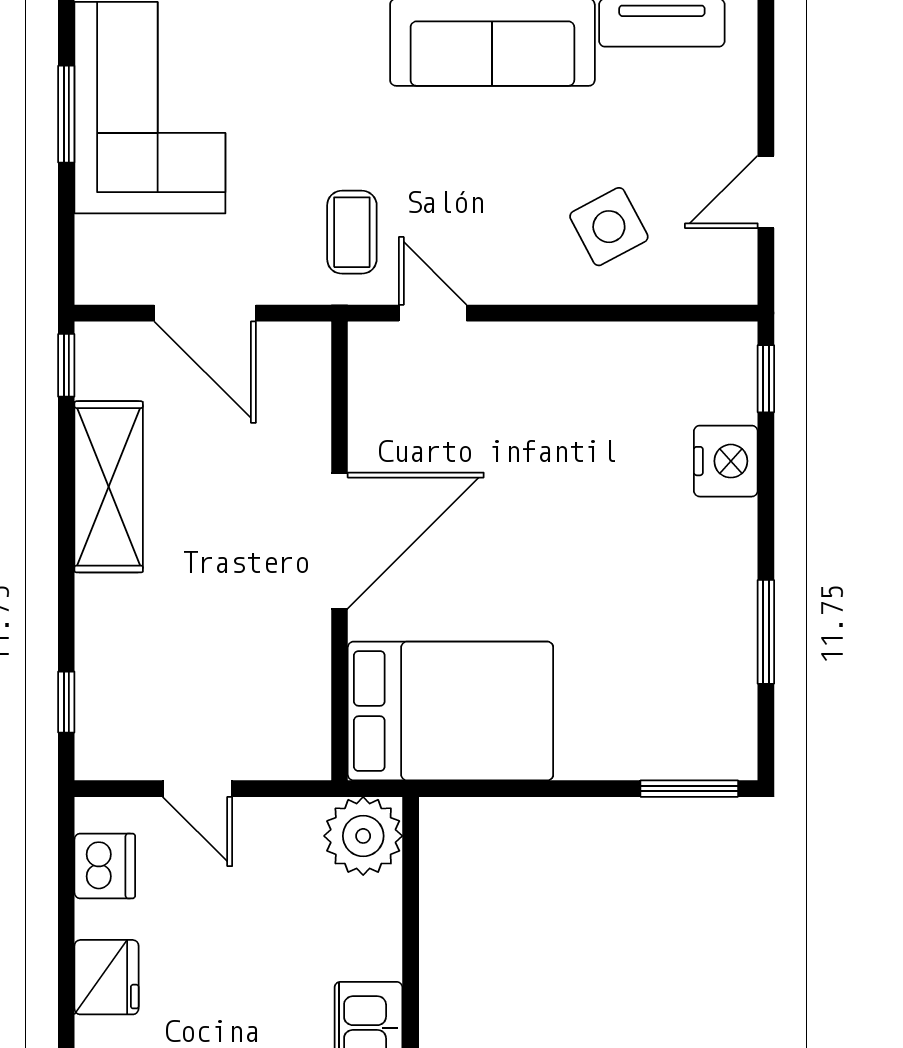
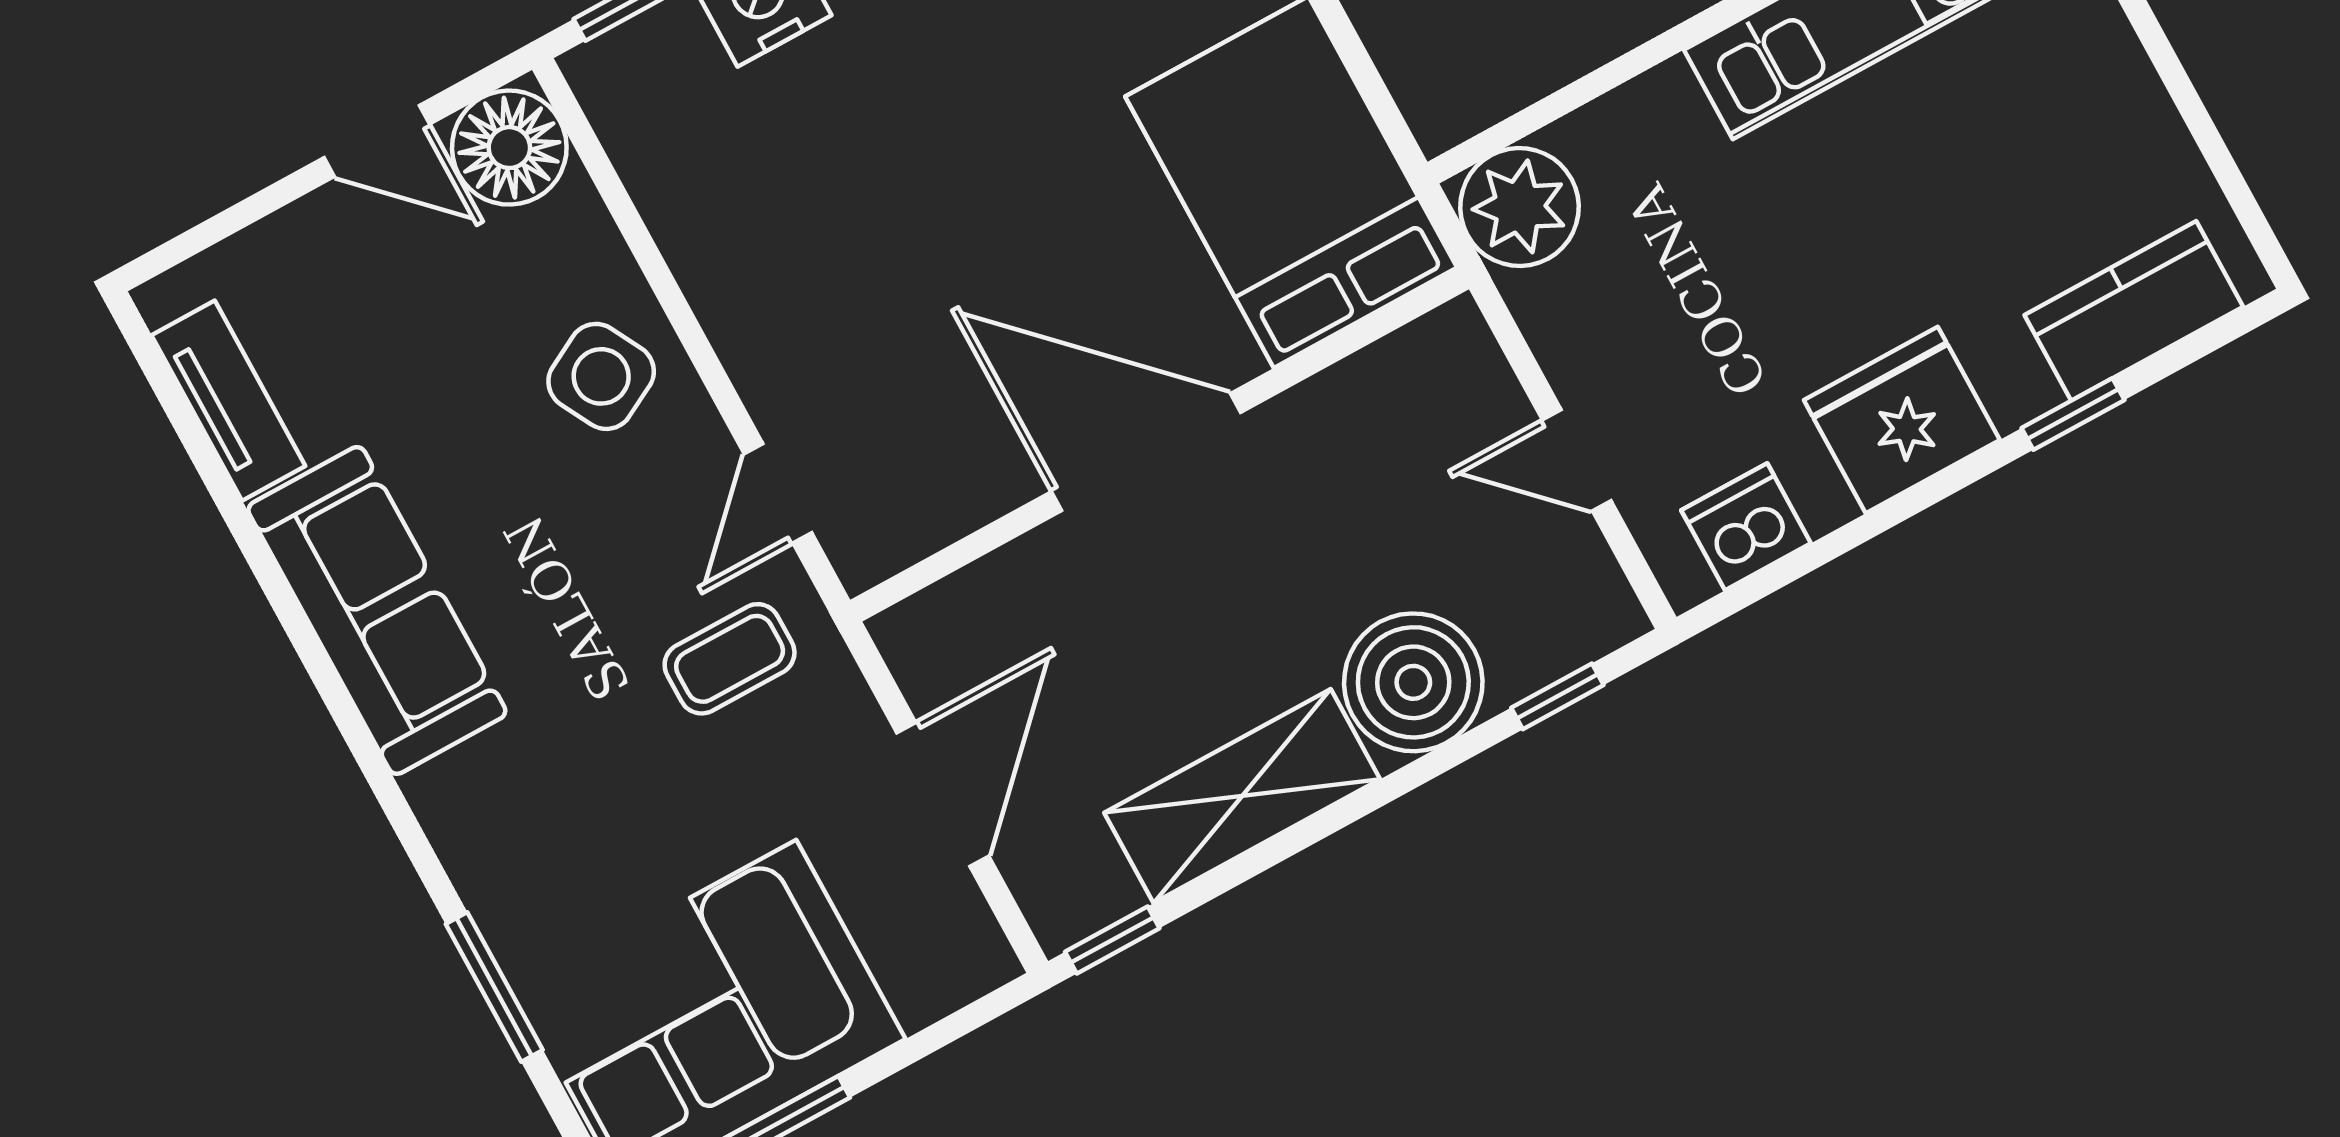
side table: (609, 227) -> (601, 376), moved
floor lamp: (720, 267) -> (509, 148), added
boiler: (120, 623) -> (1413, 682), added
door: (197, 789) -> (1577, 460), swing flipped
fridge: (107, 977) -> (1902, 420), width x1.36, depth x1.34

